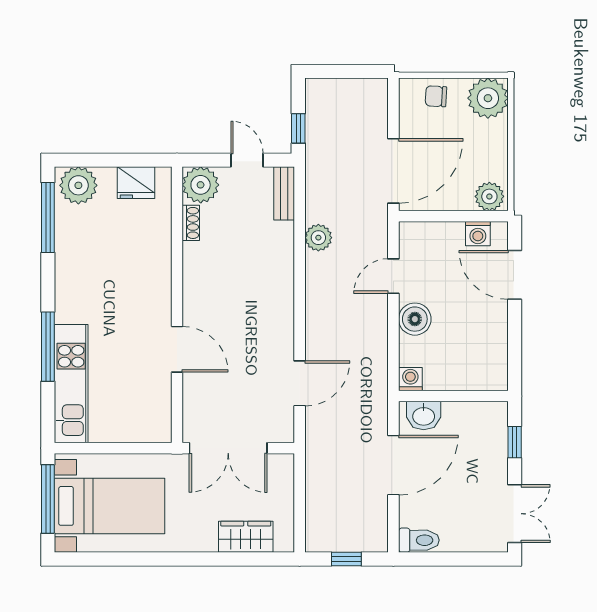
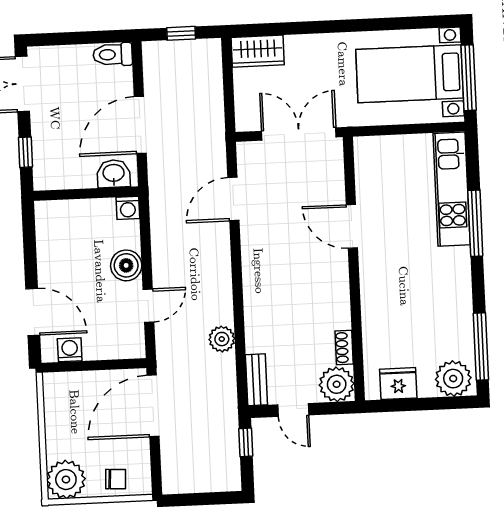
plant: (489, 196) -> (60, 386), removed
wardrobe: (246, 537) -> (258, 51), moved

